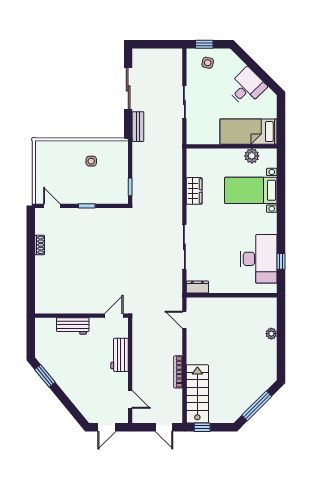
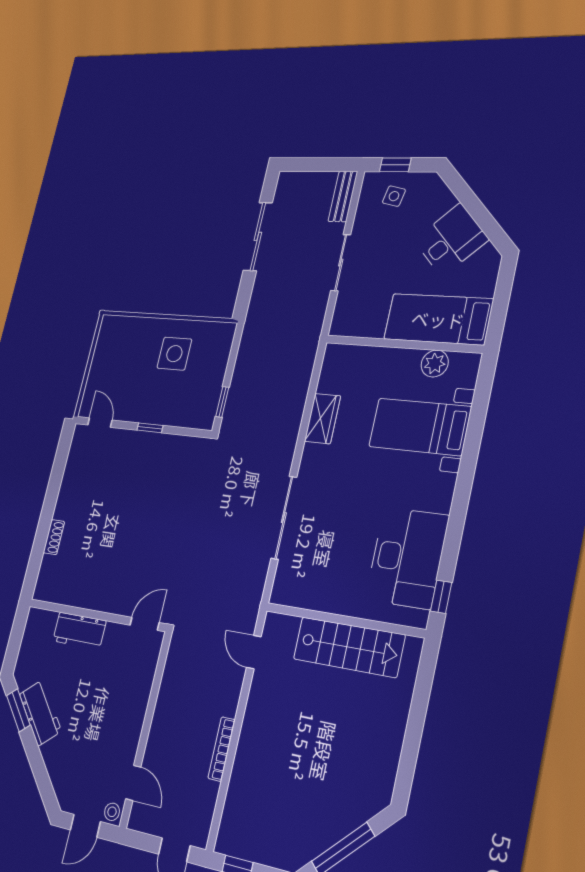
bench: (138, 127) -> (343, 196), moved
side table: (91, 161) -> (174, 354), width x1.87, depth x1.87
shoe rack: (40, 245) -> (54, 537), moved
window: (281, 261) -> (441, 597), moved
dresser: (197, 287) -> (289, 595), removed
plant: (271, 334) -> (400, 708), removed
workbench: (120, 355) -> (40, 713), moved, turned 141
stairs: (197, 394) -> (349, 647), moved, turned 90
stool: (121, 417) -> (112, 812), added

